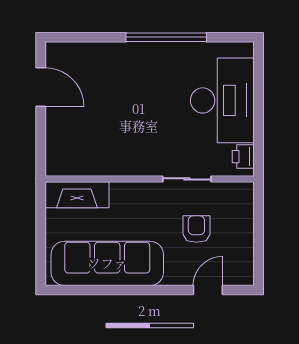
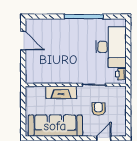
fireplace: (77, 195) -> (61, 92), moved

